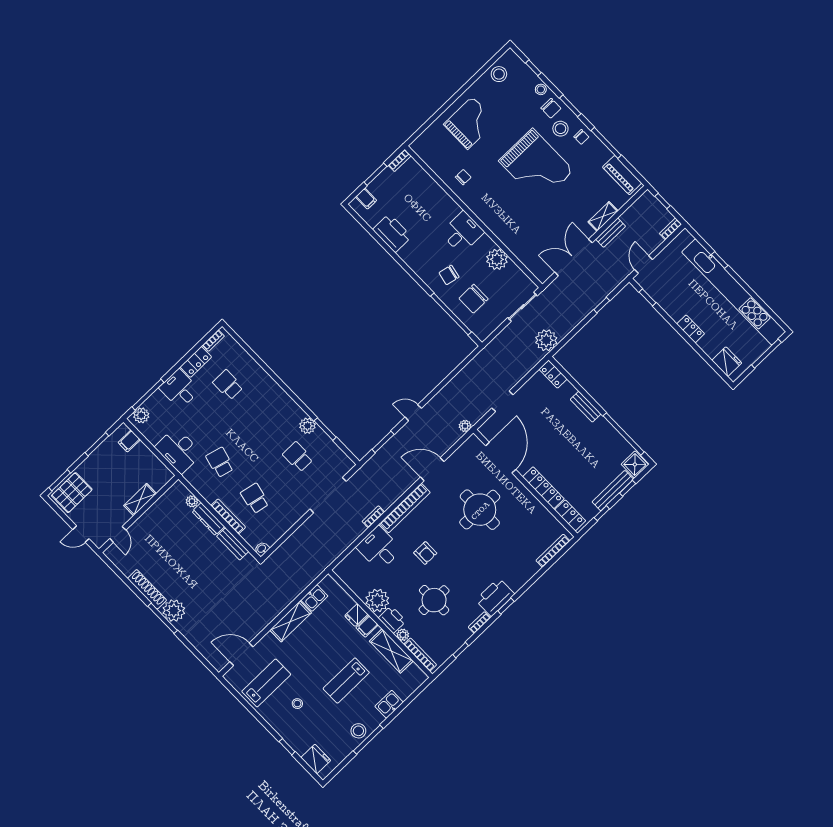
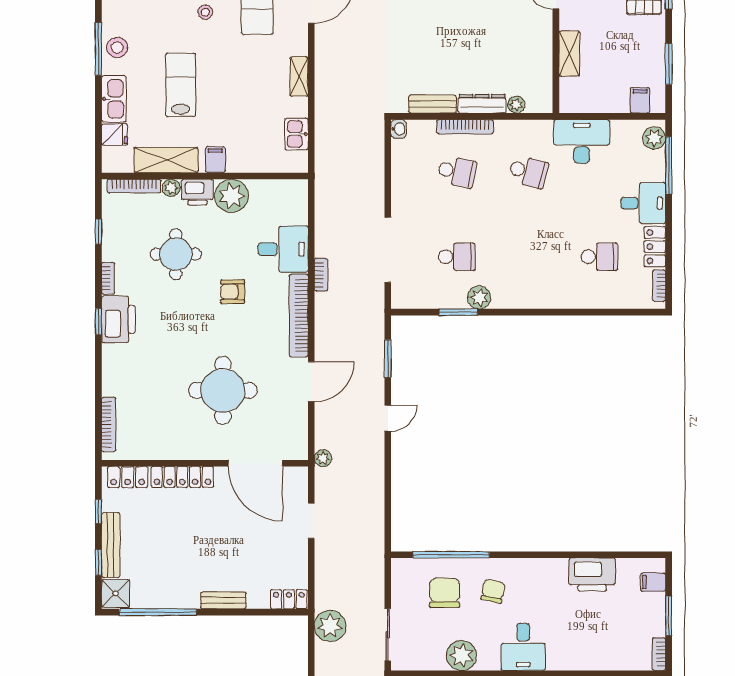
fridge: (356, 615) -> (114, 135), moved, turned 90
shelving: (290, 621) -> (299, 76), width x0.67, depth x0.75
kitchen sink: (389, 704) -> (114, 99), width x1.38

